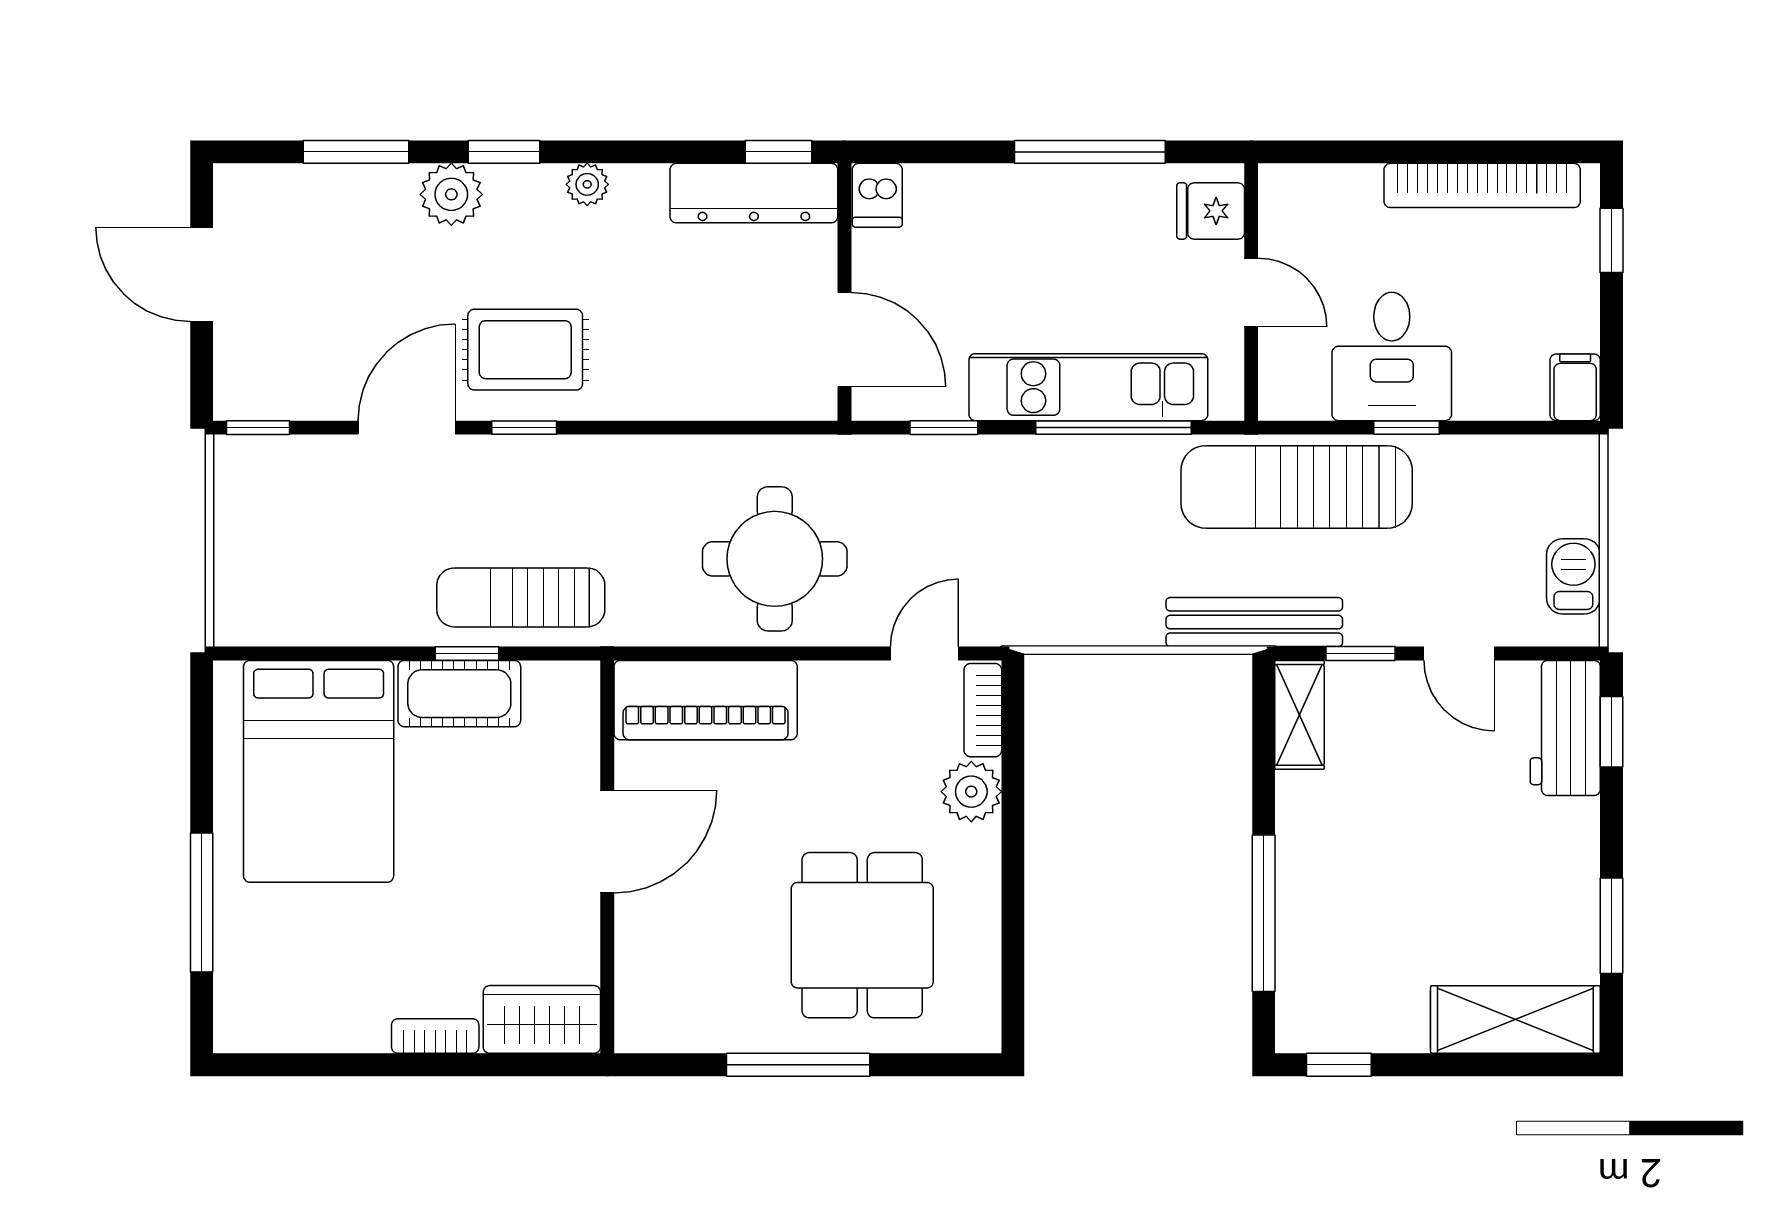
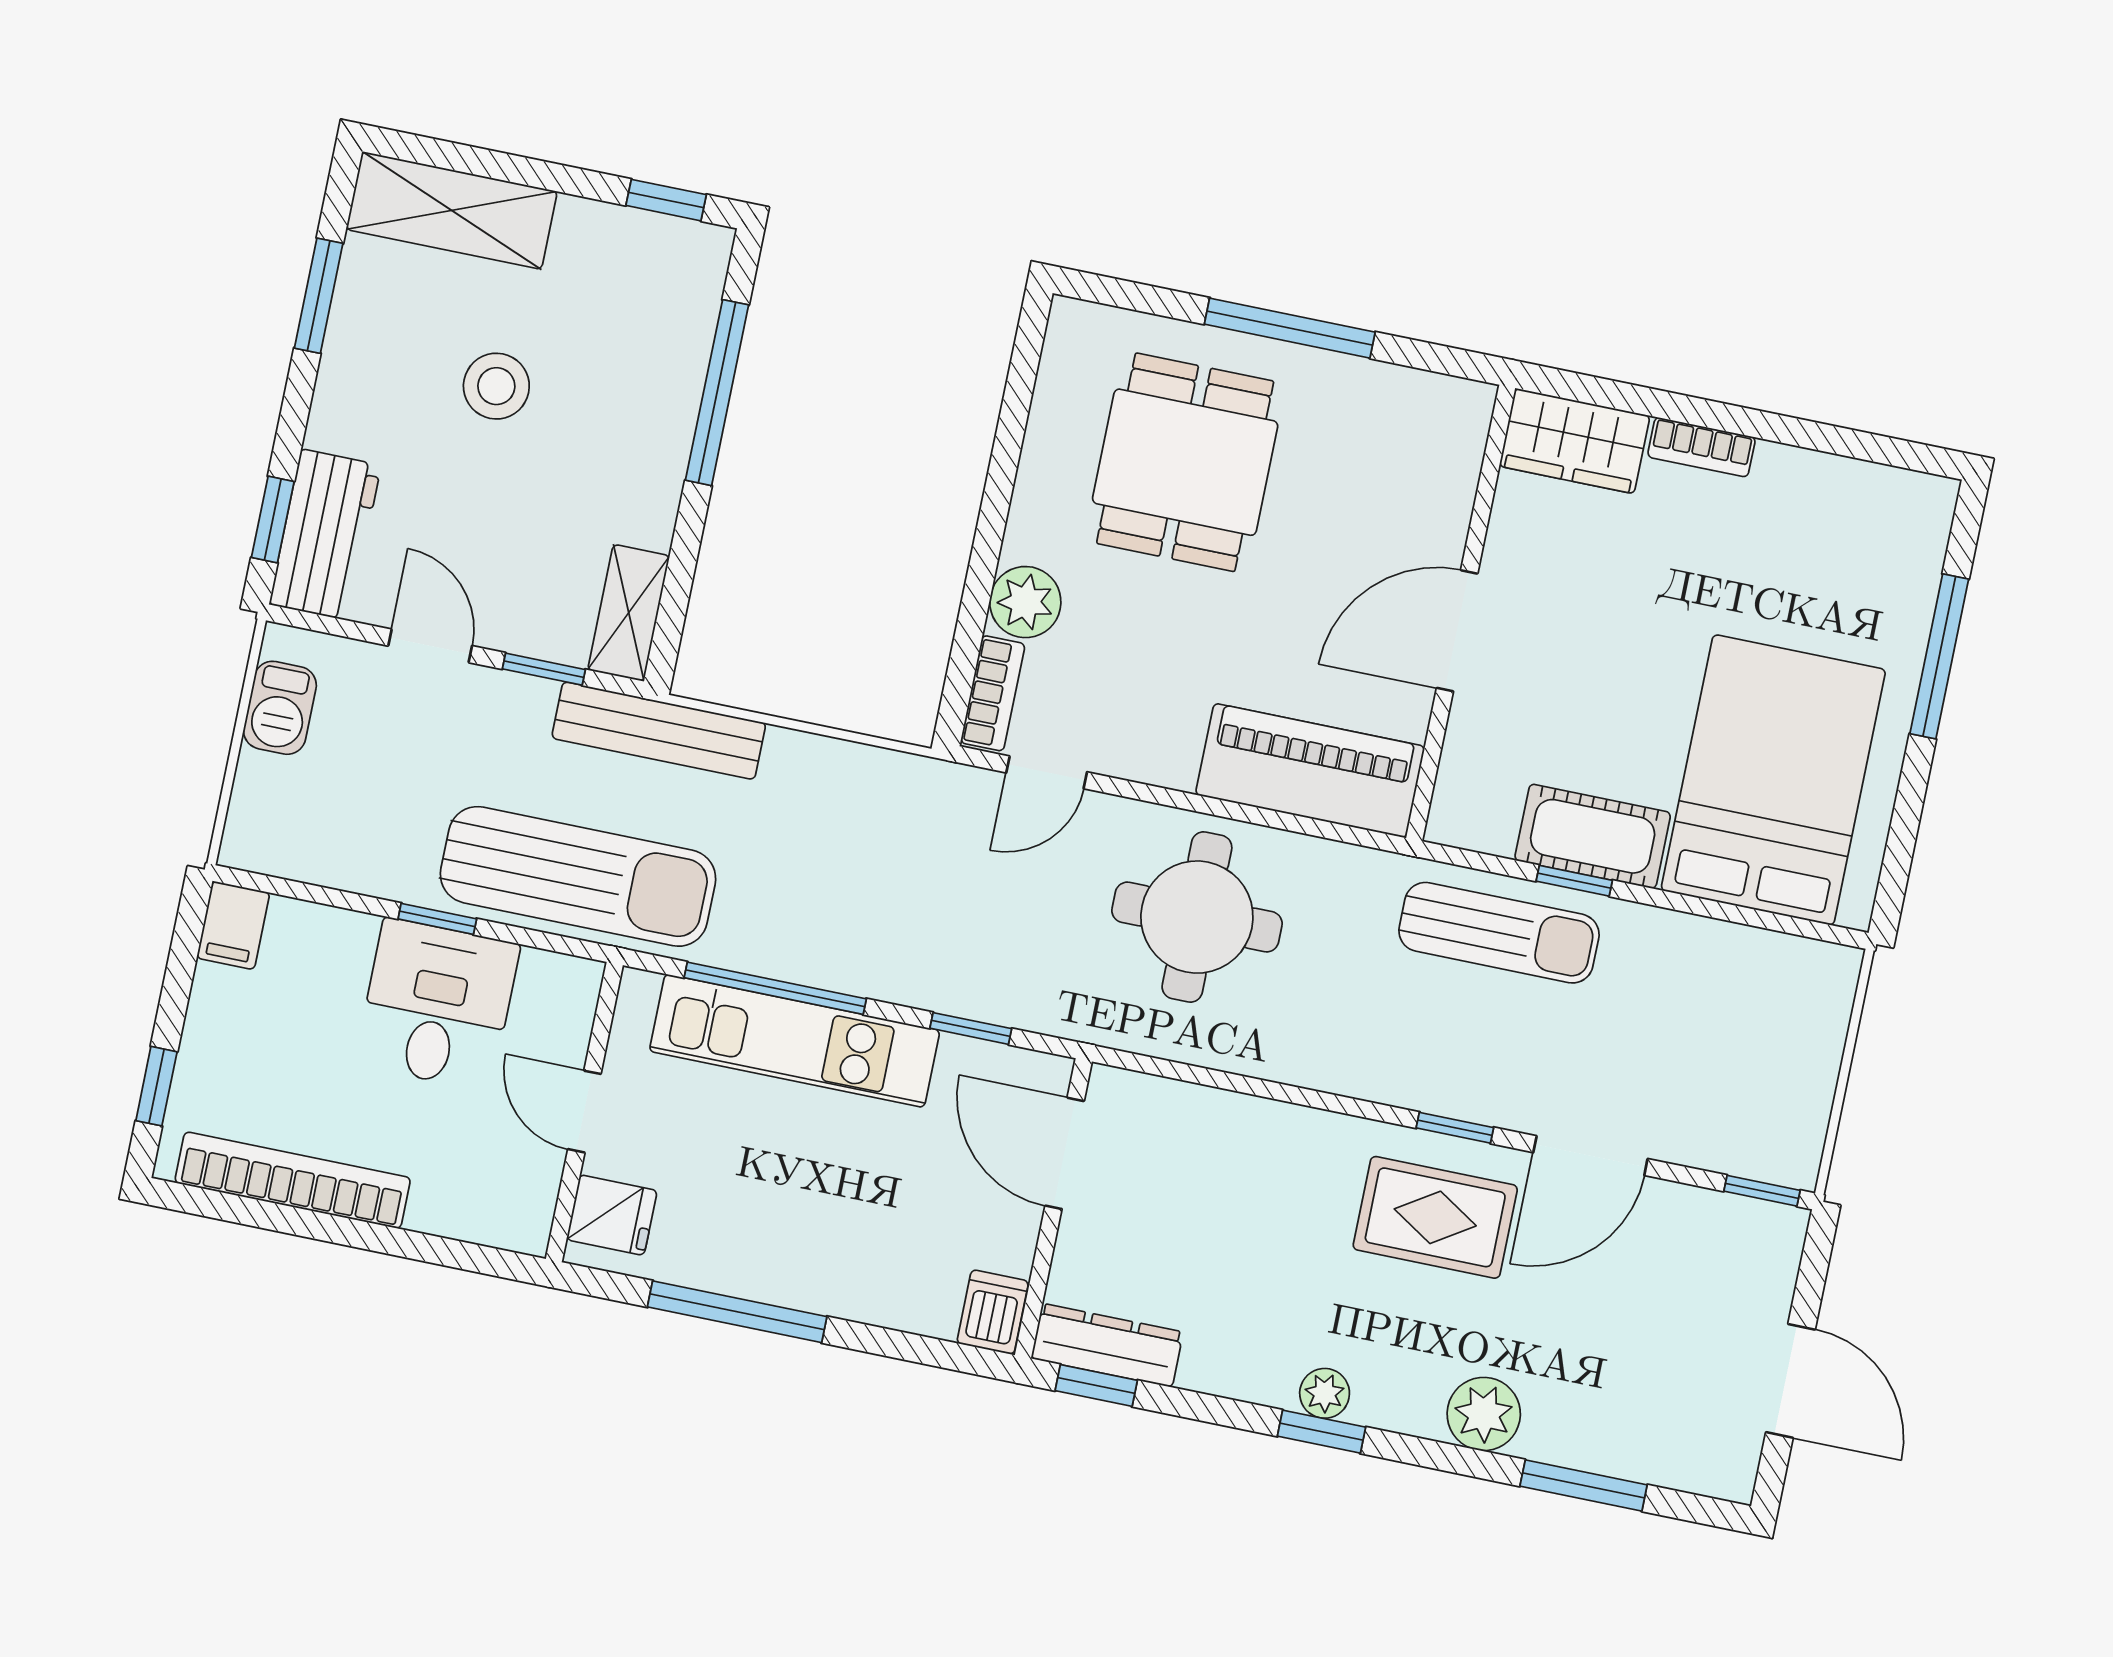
window: (504, 152) -> (1322, 1432), moved
dresser: (754, 193) -> (1107, 1345), width x0.73, depth x0.80
stool: (1448, 881) -> (496, 386), added

